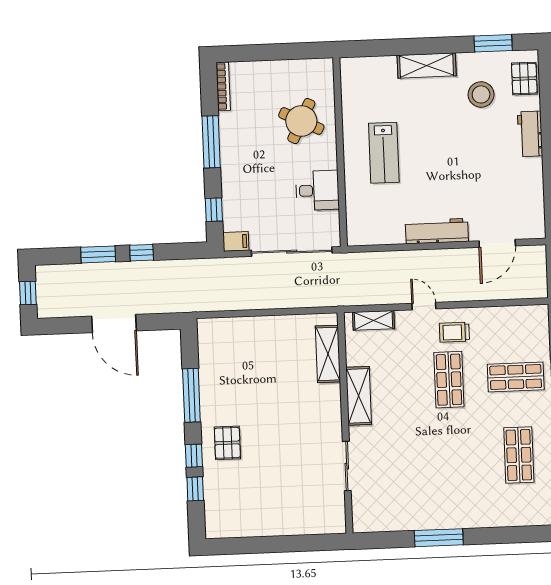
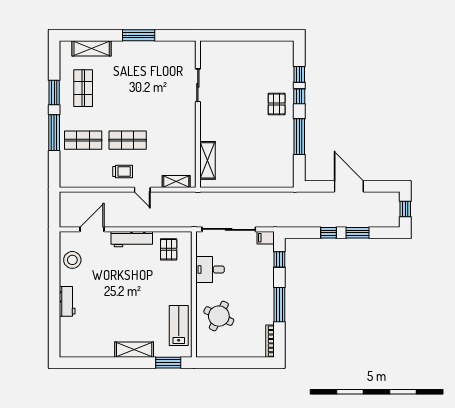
window: (493, 43) -> (168, 363), moved
pallet: (524, 79) -> (169, 249), moved
stool: (481, 94) -> (72, 260), moved
lab bench: (384, 153) -> (179, 325), moved
shop shelf: (449, 380) -> (128, 140), turned 90
shelving: (359, 396) -> (92, 48), moved, turned 90

